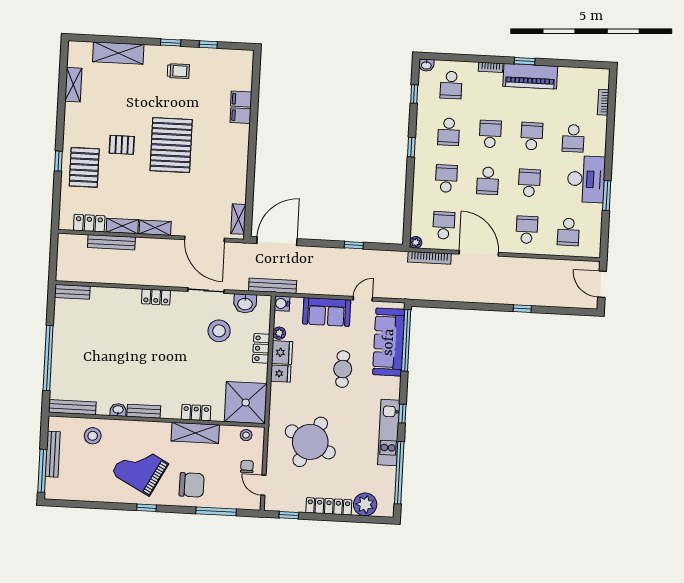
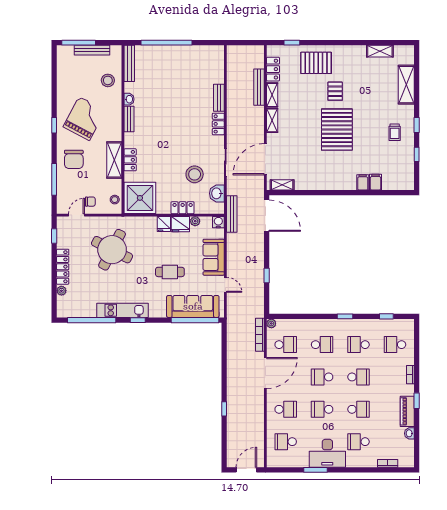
washbasin: (426, 65) -> (409, 433), moved
piano: (530, 76) -> (407, 411), width x0.73, depth x0.75
pallet: (171, 145) -> (337, 130), turned 90
window: (58, 161) -> (292, 43), moved
school desk: (529, 183) -> (322, 409), turned 180
bench: (72, 292) -> (219, 98), moved
plant: (365, 504) -> (61, 291), width x0.53, depth x0.53

